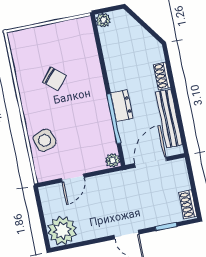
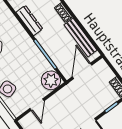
dresser: (122, 106) -> (29, 21), moved, width x1.44
plant: (113, 160) -> (51, 80), width x1.88, depth x1.88

